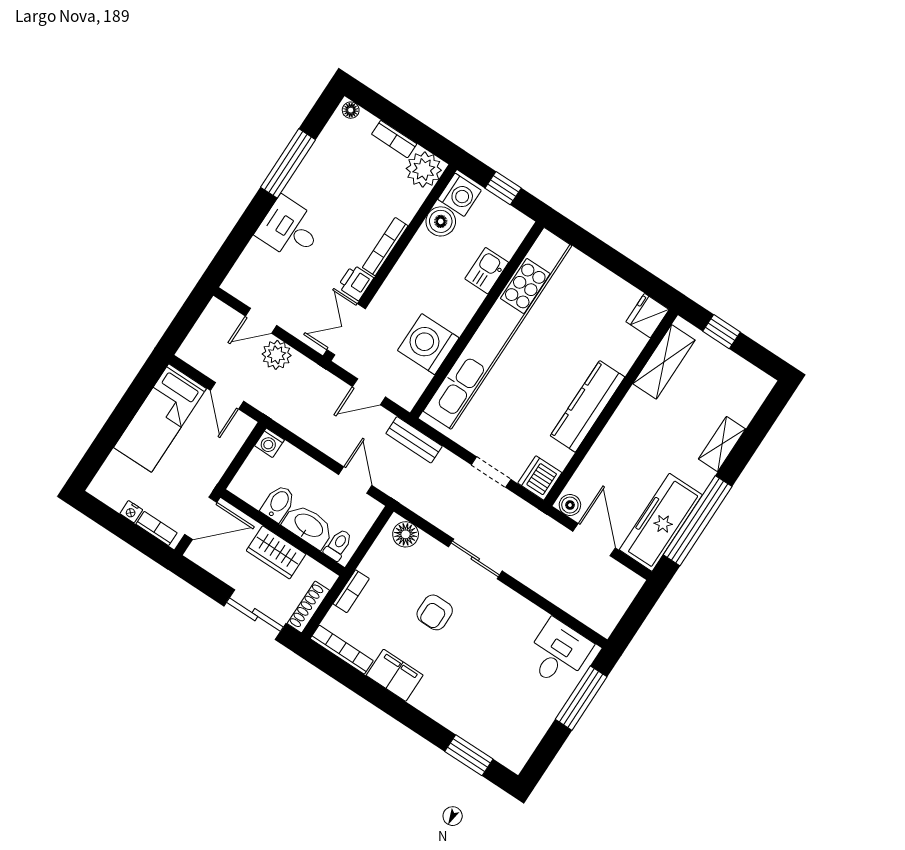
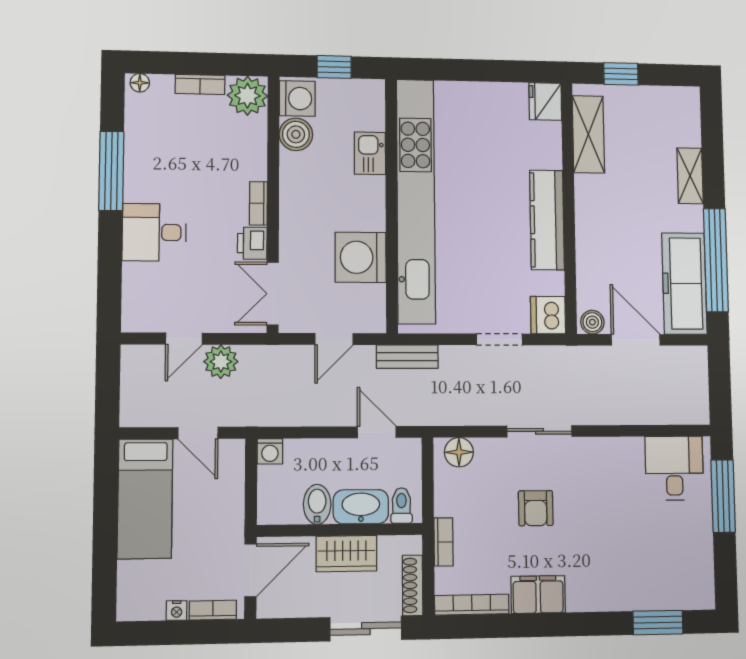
bookcase: (385, 247) -> (258, 203), width x0.64

